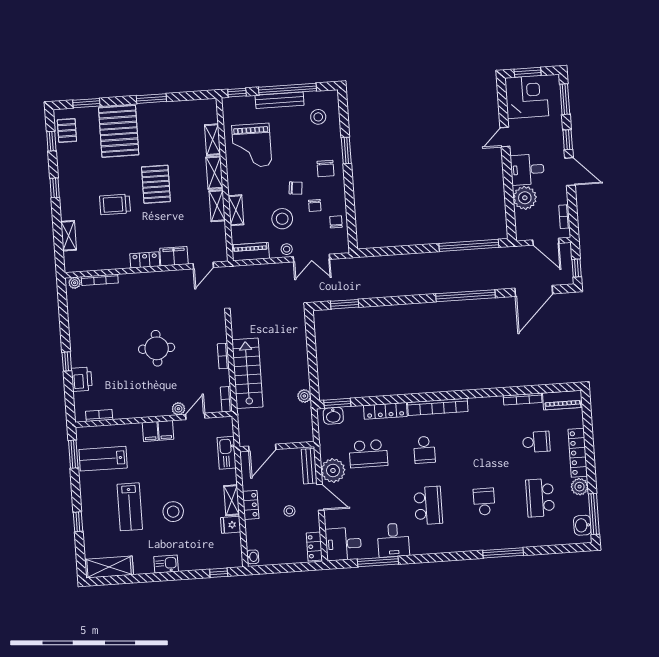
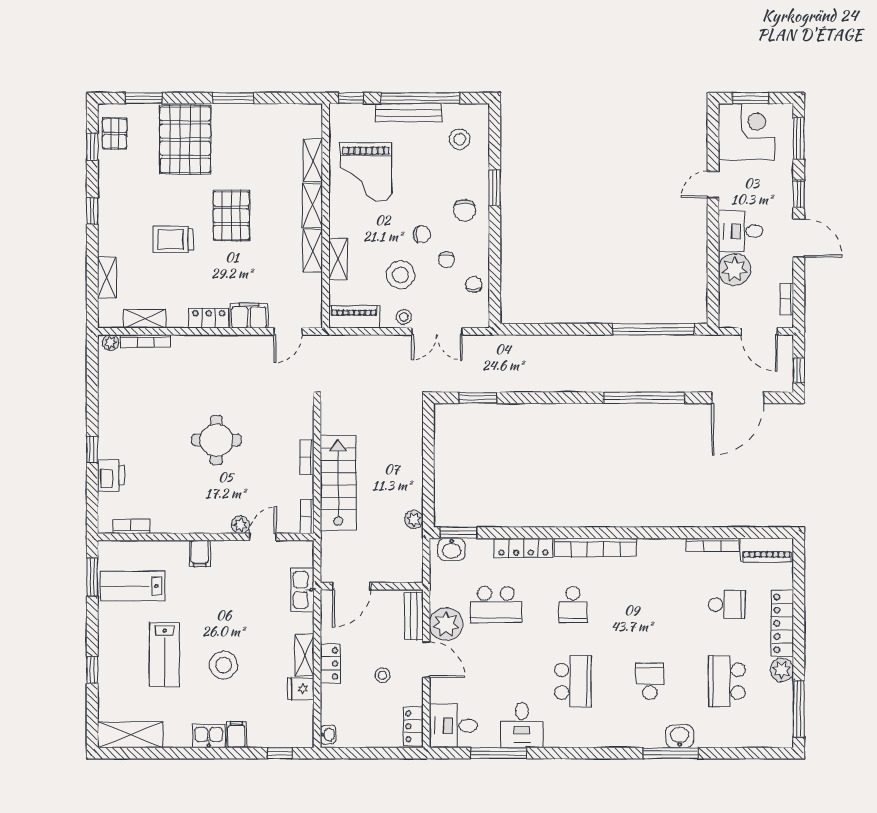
shelving: (98, 264) -> (145, 319), added
filing cabinet: (166, 430) -> (236, 735), moved, turned 180
washbasin: (582, 525) -> (680, 736), moved, turned 90

